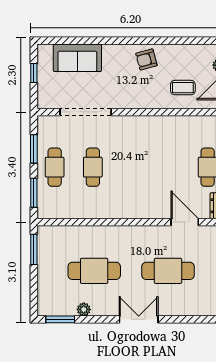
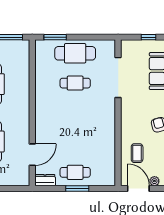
window: (34, 149) -> (89, 37), removed
cafe table: (55, 167) -> (75, 53), width x1.37, depth x1.35

